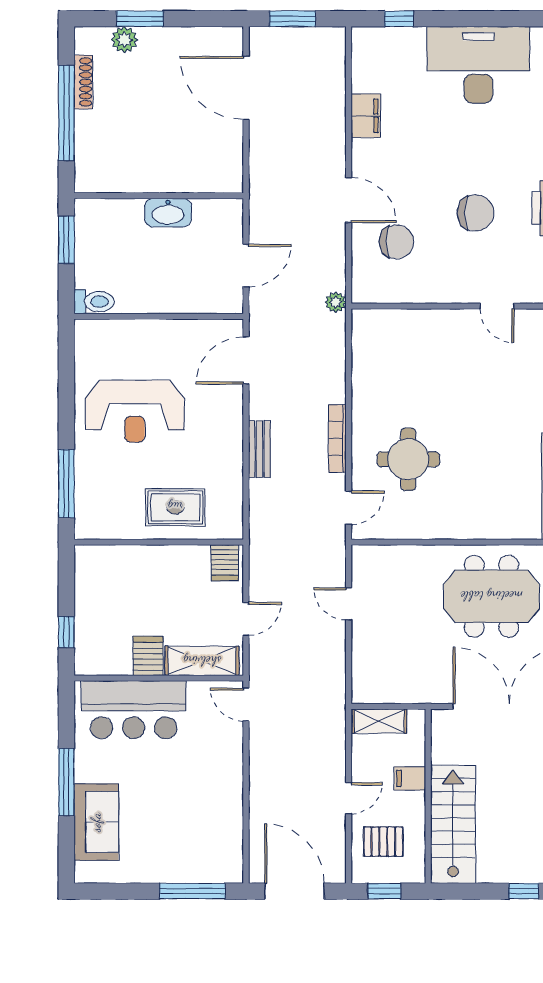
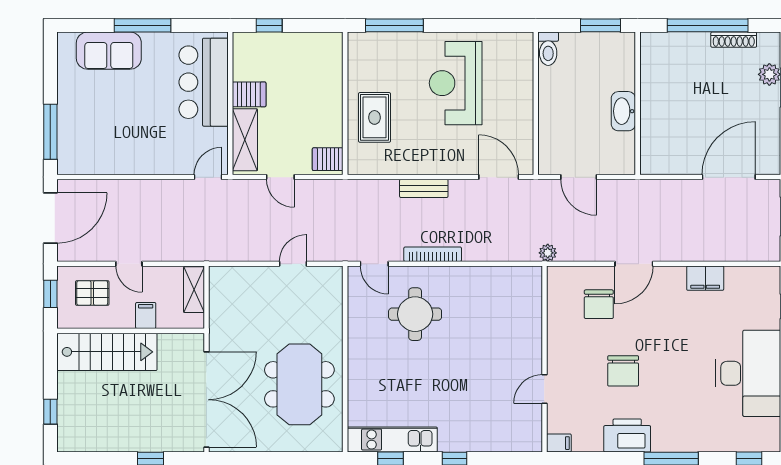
pallet: (383, 842) -> (92, 293), turned 90

